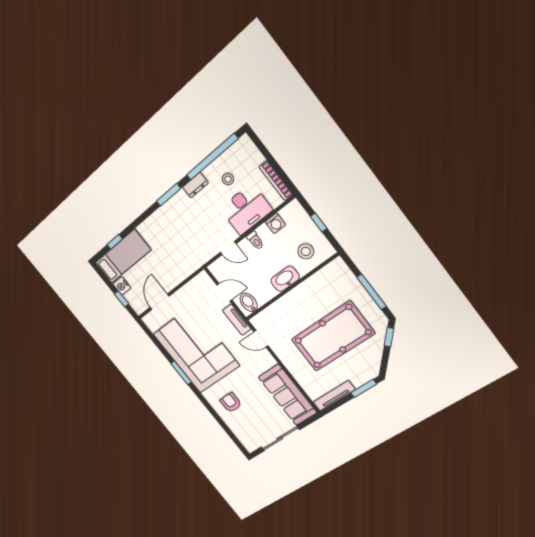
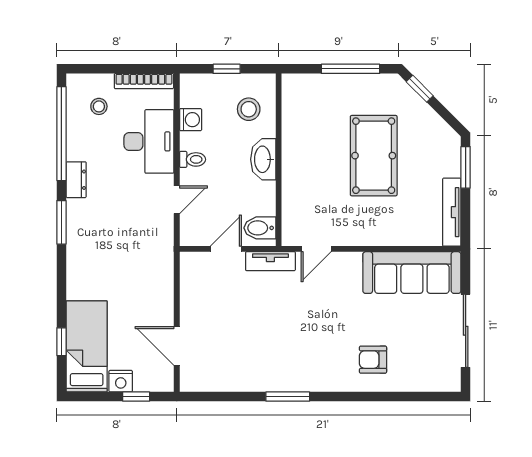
stool: (228, 179) -> (99, 106), moved
pool table: (333, 336) -> (374, 156), width x0.73, depth x0.76
corner sofa: (196, 350) -> (272, 349), removed

